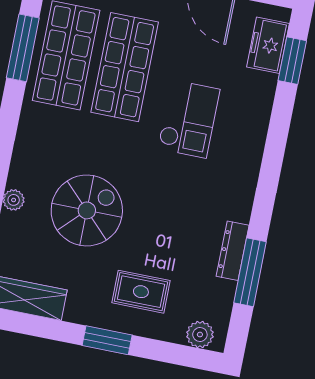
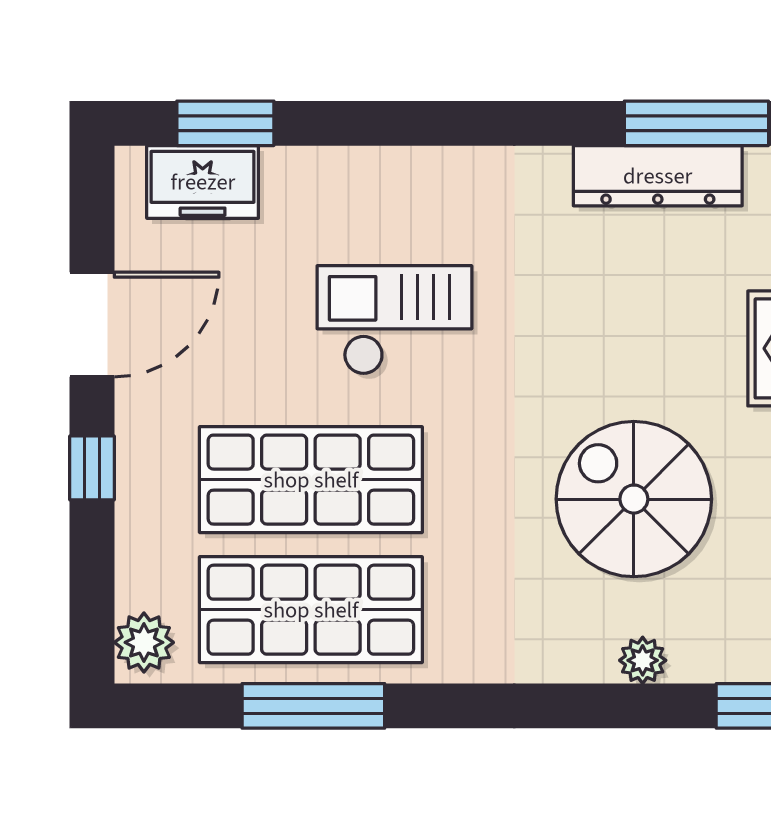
dresser: (233, 251) -> (658, 176), width x1.37, depth x1.24

